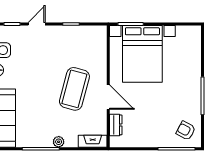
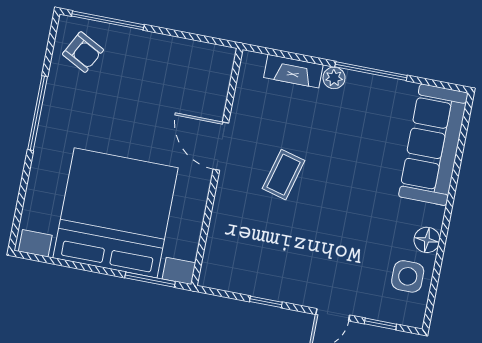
bed with nightstands: (142, 54) -> (116, 213), width x1.36
coffee table: (74, 89) -> (284, 175), width x0.54, depth x0.58
dresser: (116, 125) -> (217, 89), removed
fireplace: (93, 141) -> (293, 71), moved

